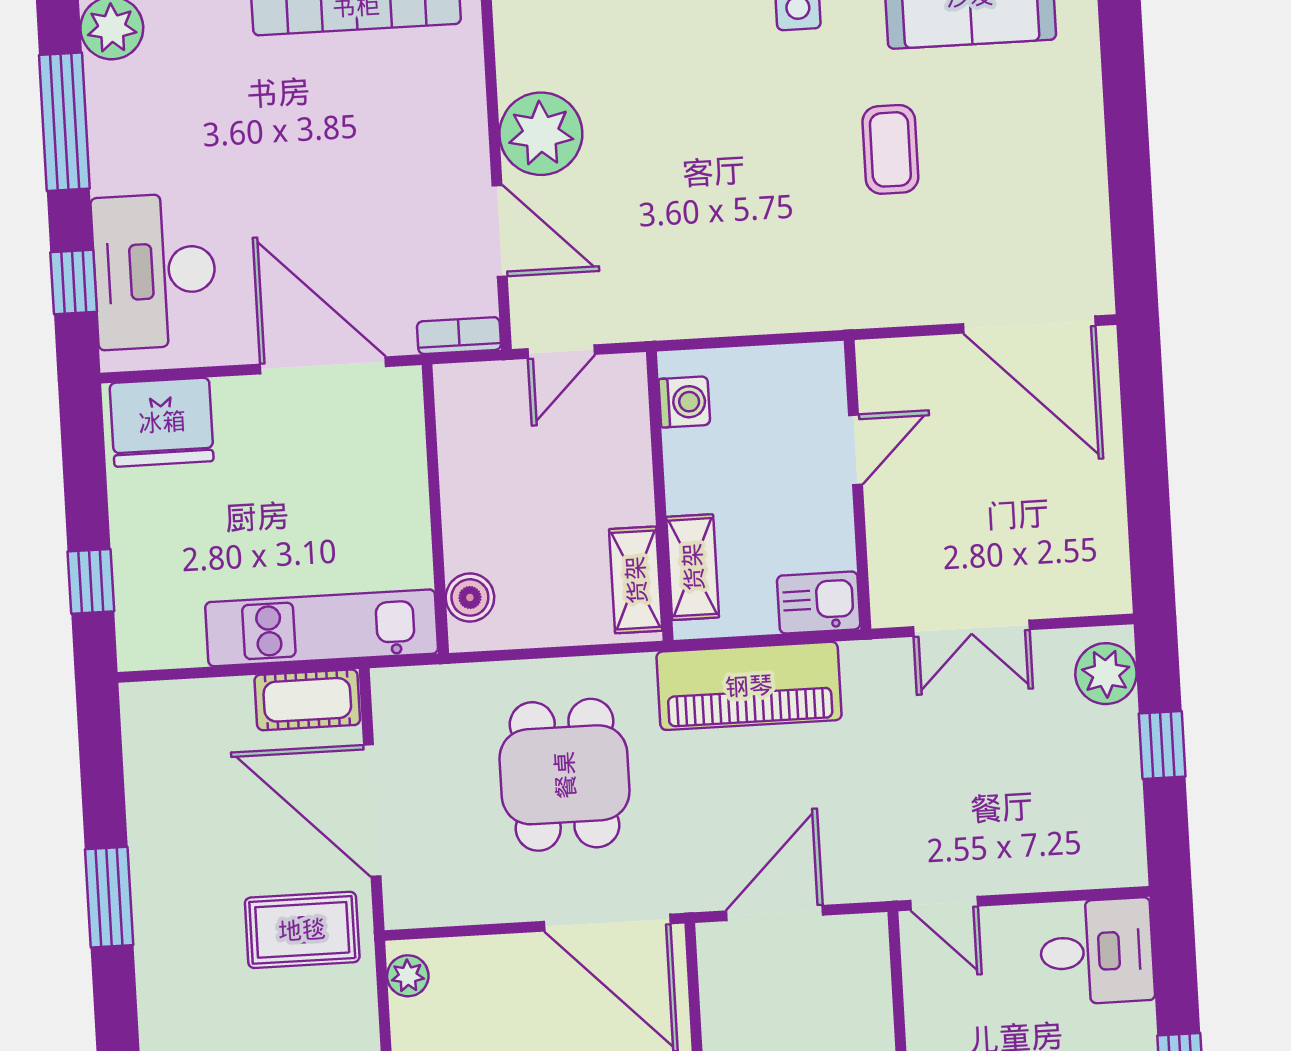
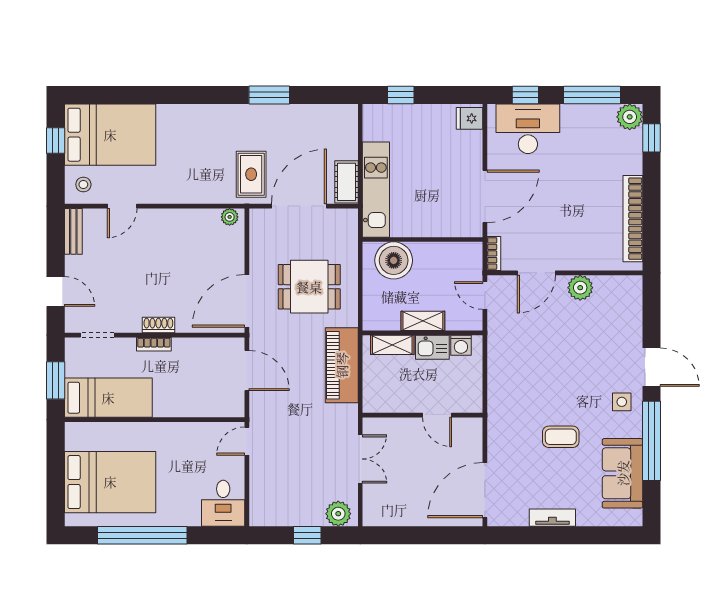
plant: (541, 134) -> (580, 288), width x0.73, depth x0.73
tv unit: (1086, 158) -> (552, 518), added
fridge: (162, 422) -> (470, 118), width x0.53, depth x0.75
shelving: (636, 580) -> (423, 321), moved
boiler: (470, 597) -> (394, 260), width x1.86, depth x1.86
kitchen sink: (819, 602) -> (432, 347), moved, turned 90
double door: (971, 628) -> (360, 459), swing flipped

